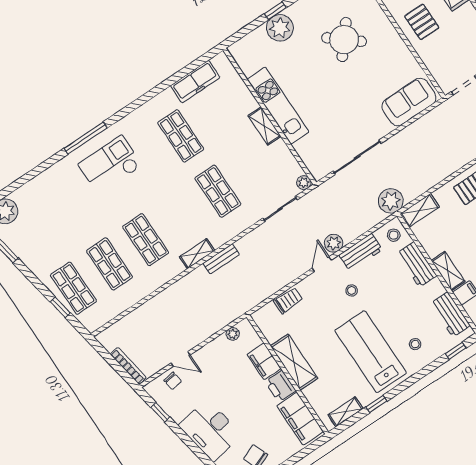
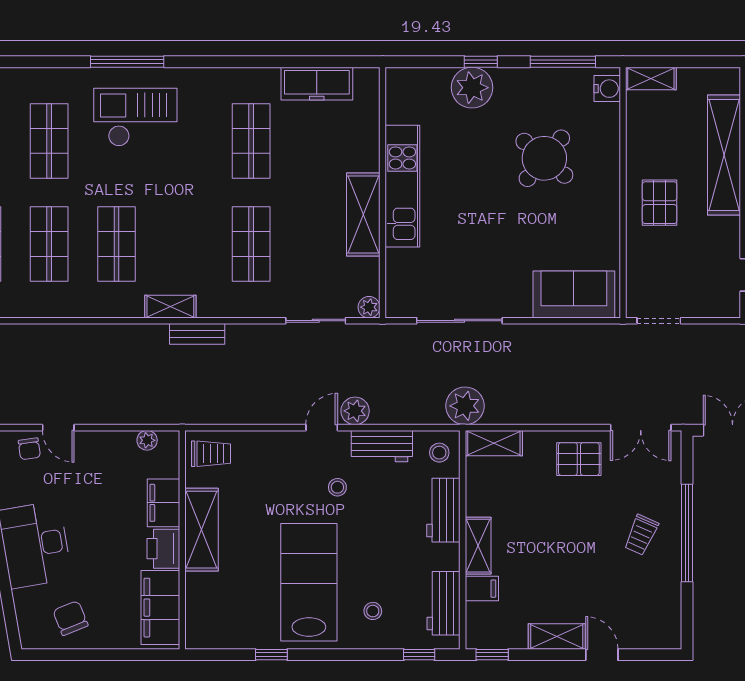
shelving: (264, 126) -> (363, 215), width x1.50, depth x1.33
shop shelf: (72, 209) -> (49, 141), added
trolley: (288, 300) -> (211, 454), moved
shelving: (346, 412) -> (225, 638), removed

